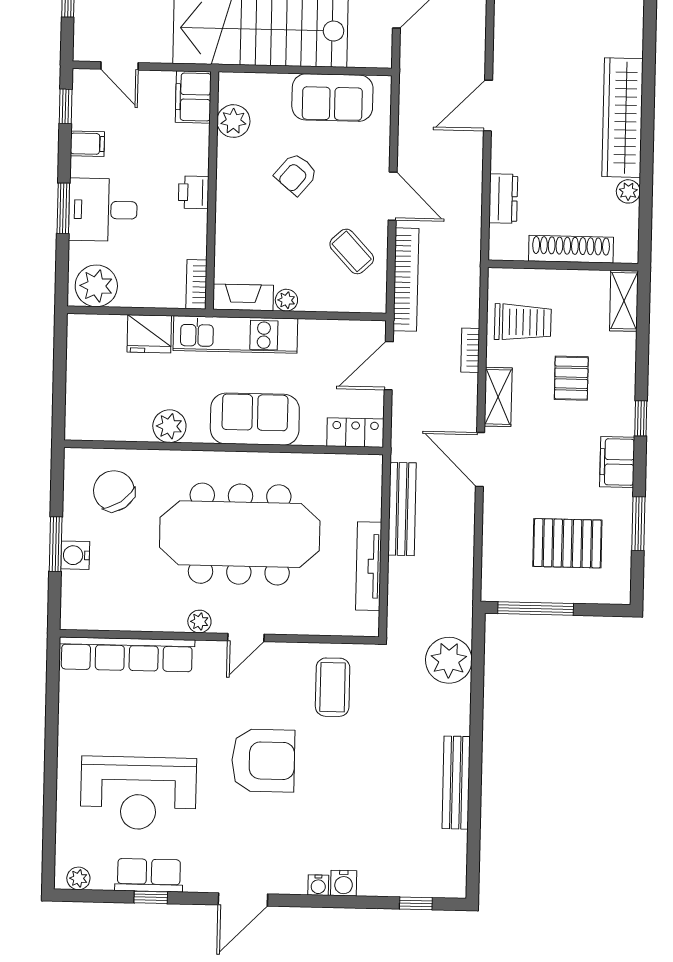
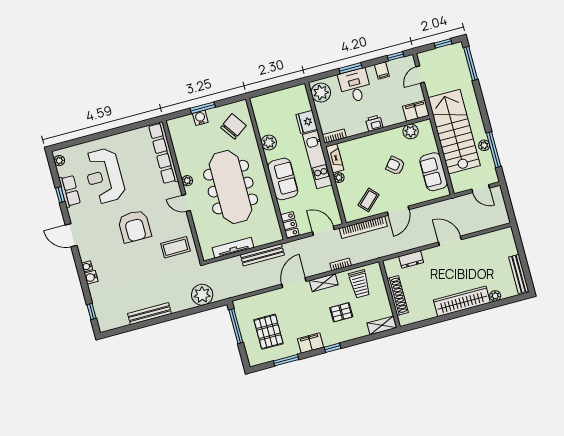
plant: (628, 191) -> (495, 296), moved

